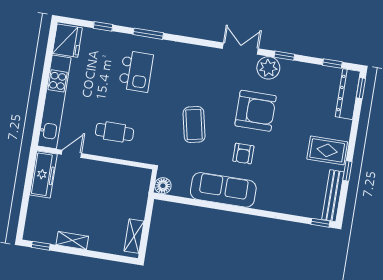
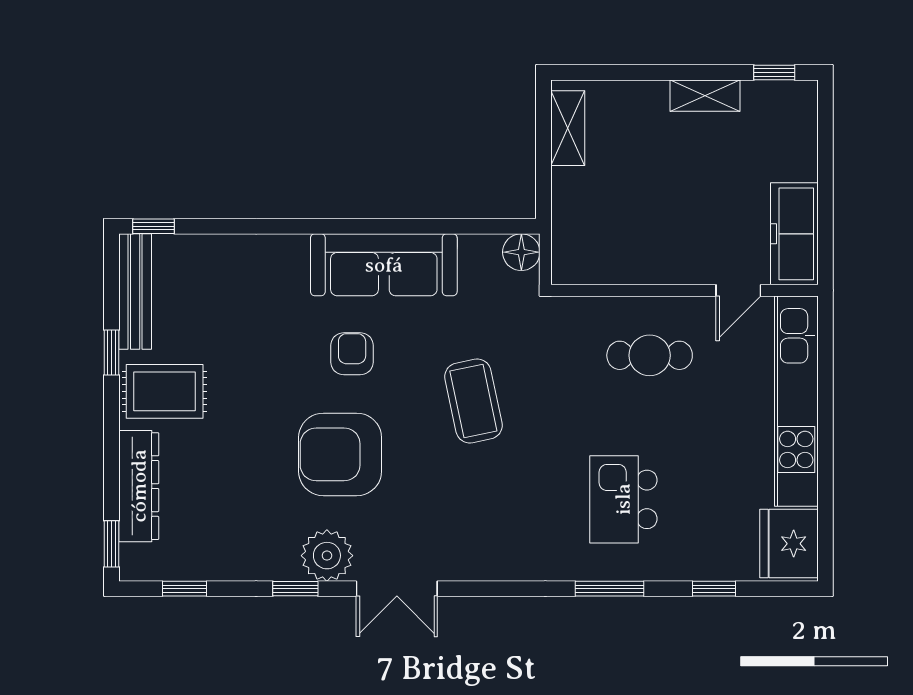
dresser: (348, 94) -> (139, 486), moved

